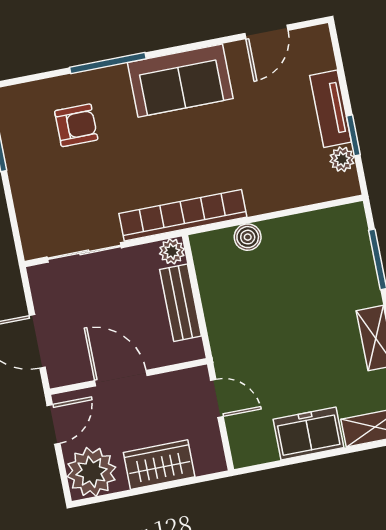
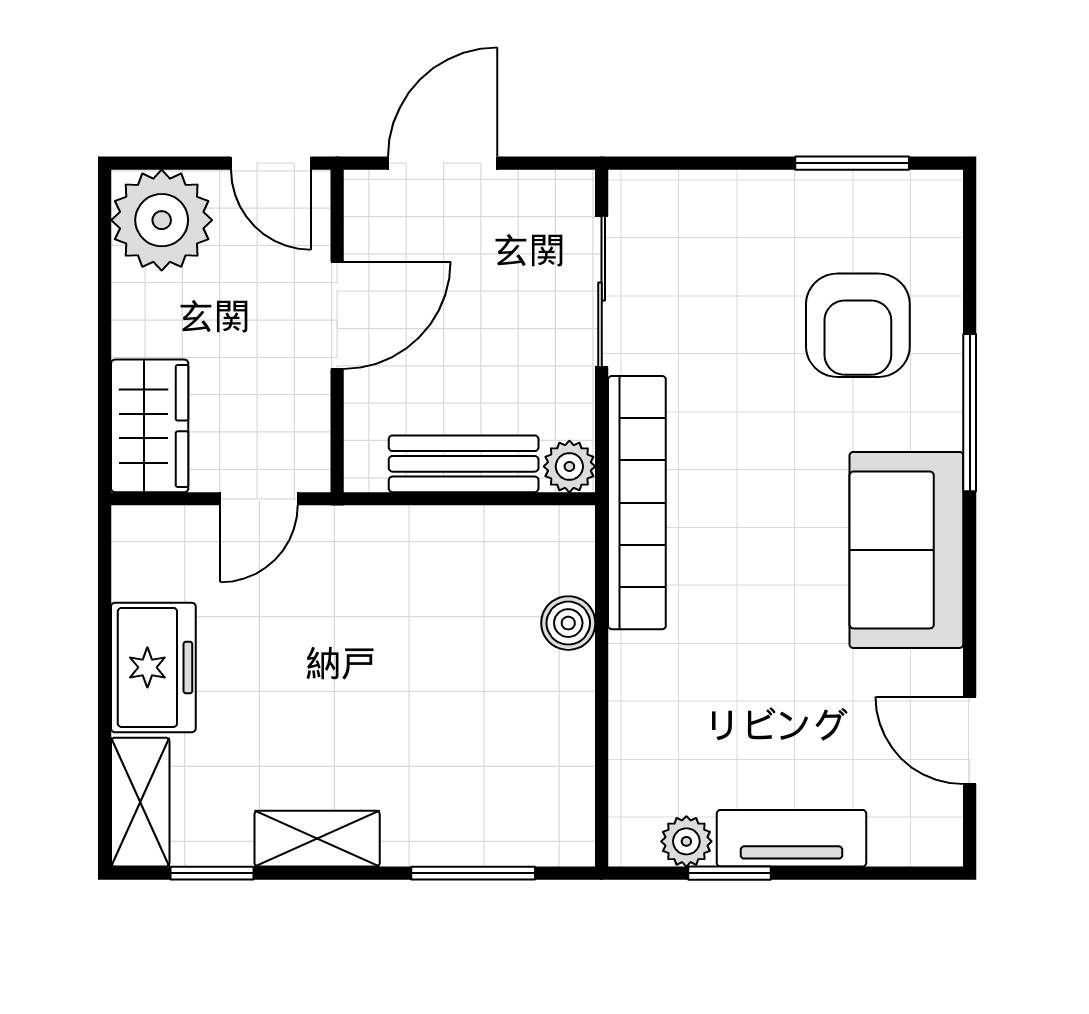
armchair: (76, 125) -> (858, 325), width x1.38, depth x1.38
wardrobe: (159, 465) -> (150, 426), moved

